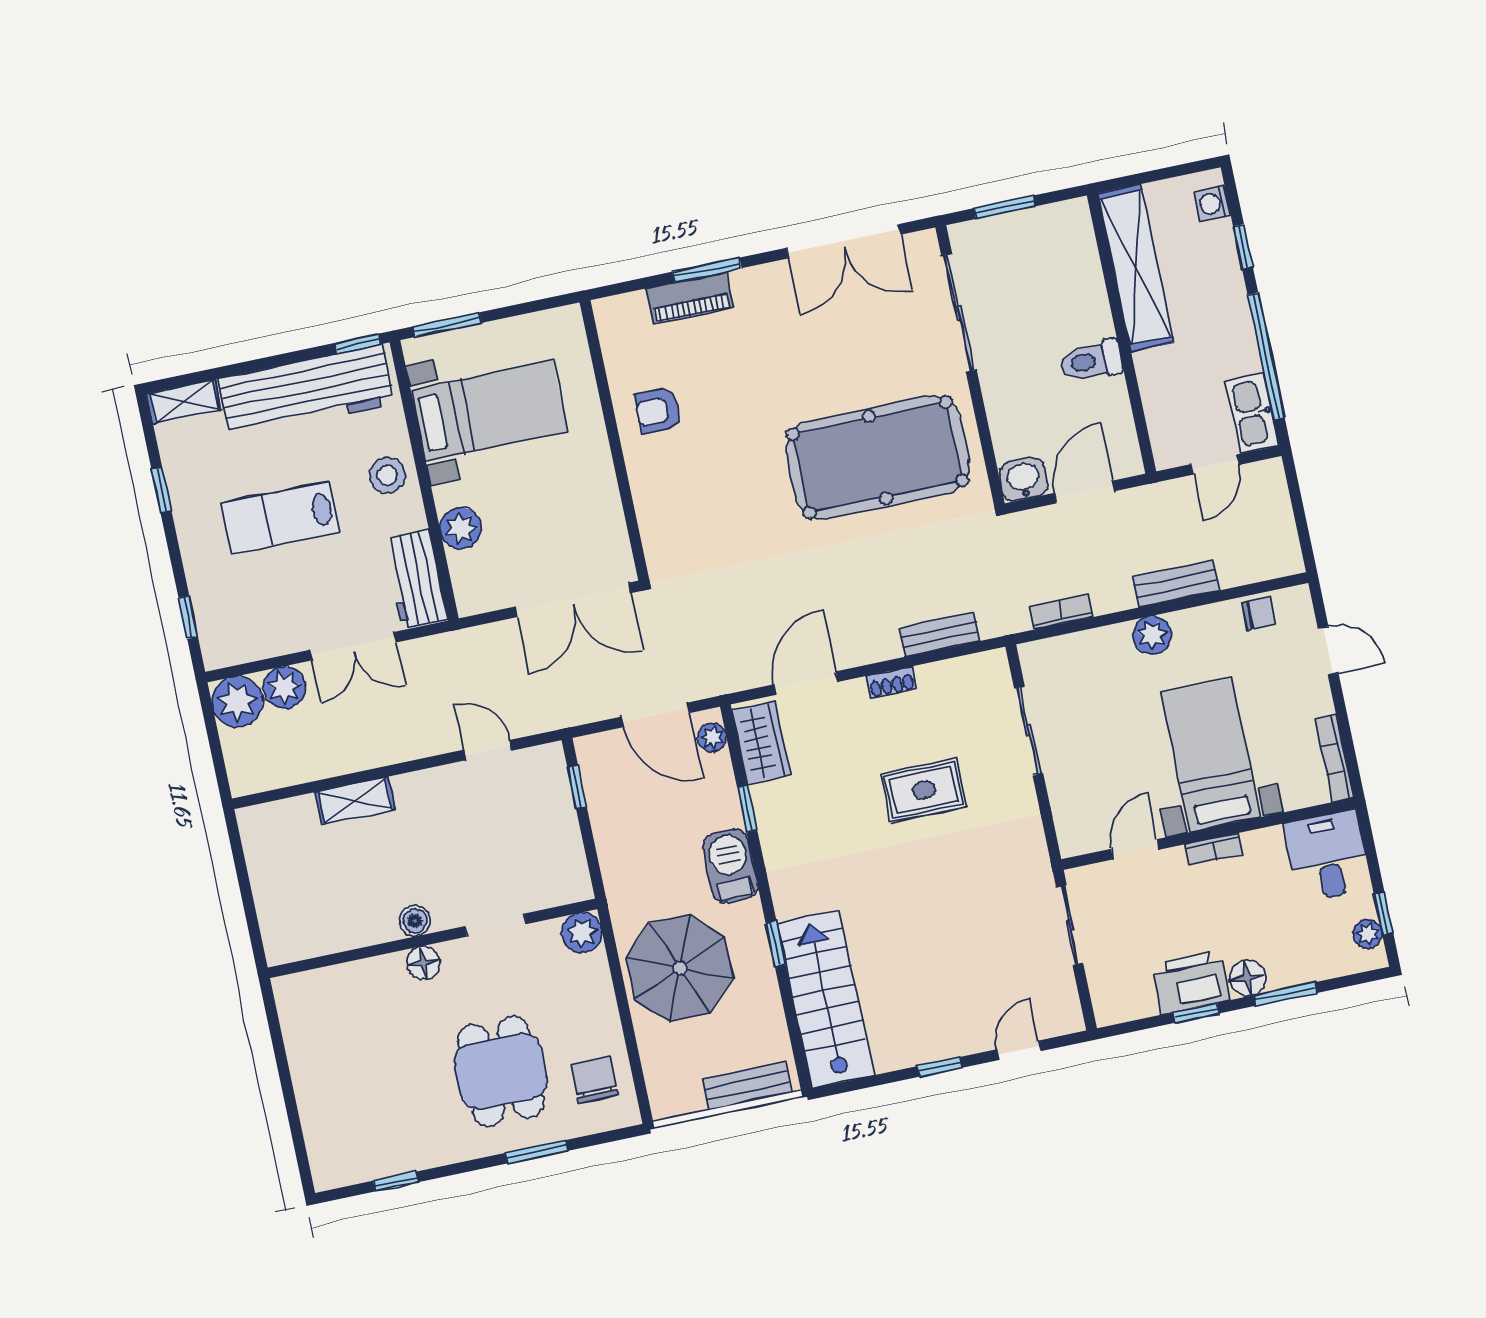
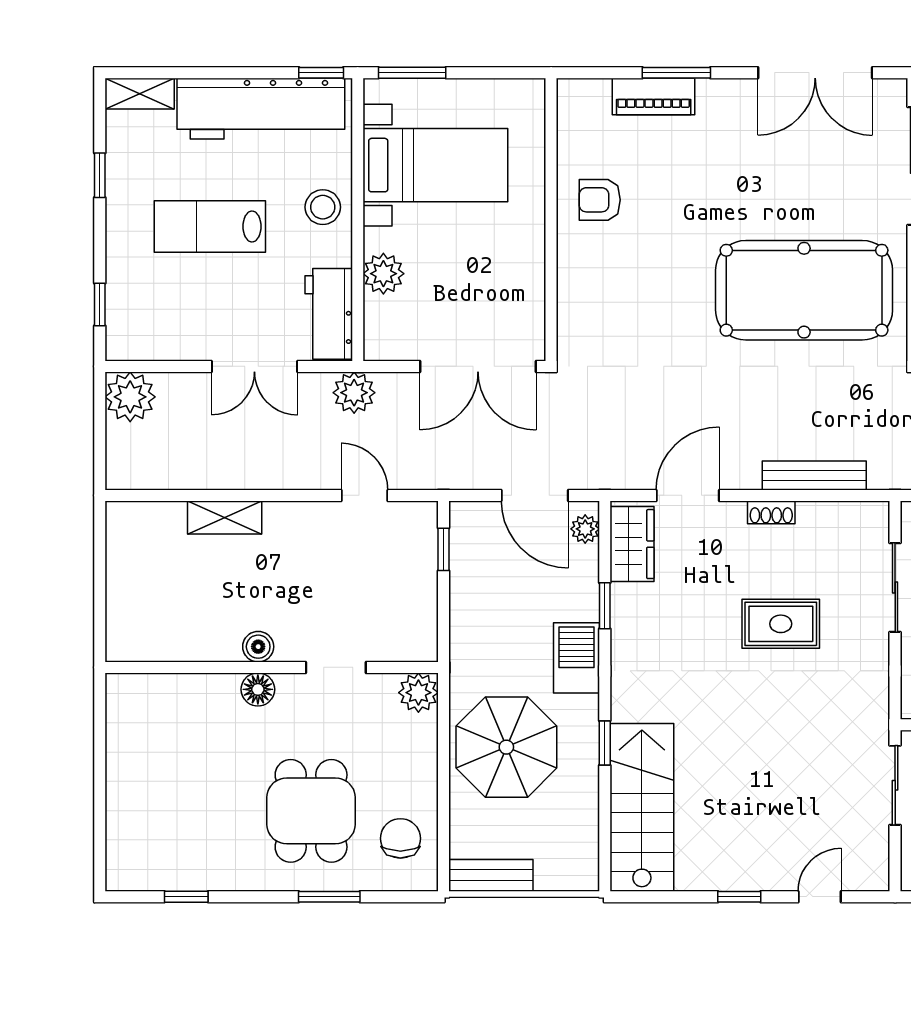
bench: (940, 635) -> (814, 476), width x1.36
plant: (284, 688) -> (354, 393), moved
bench: (747, 1086) -> (491, 875), moved

